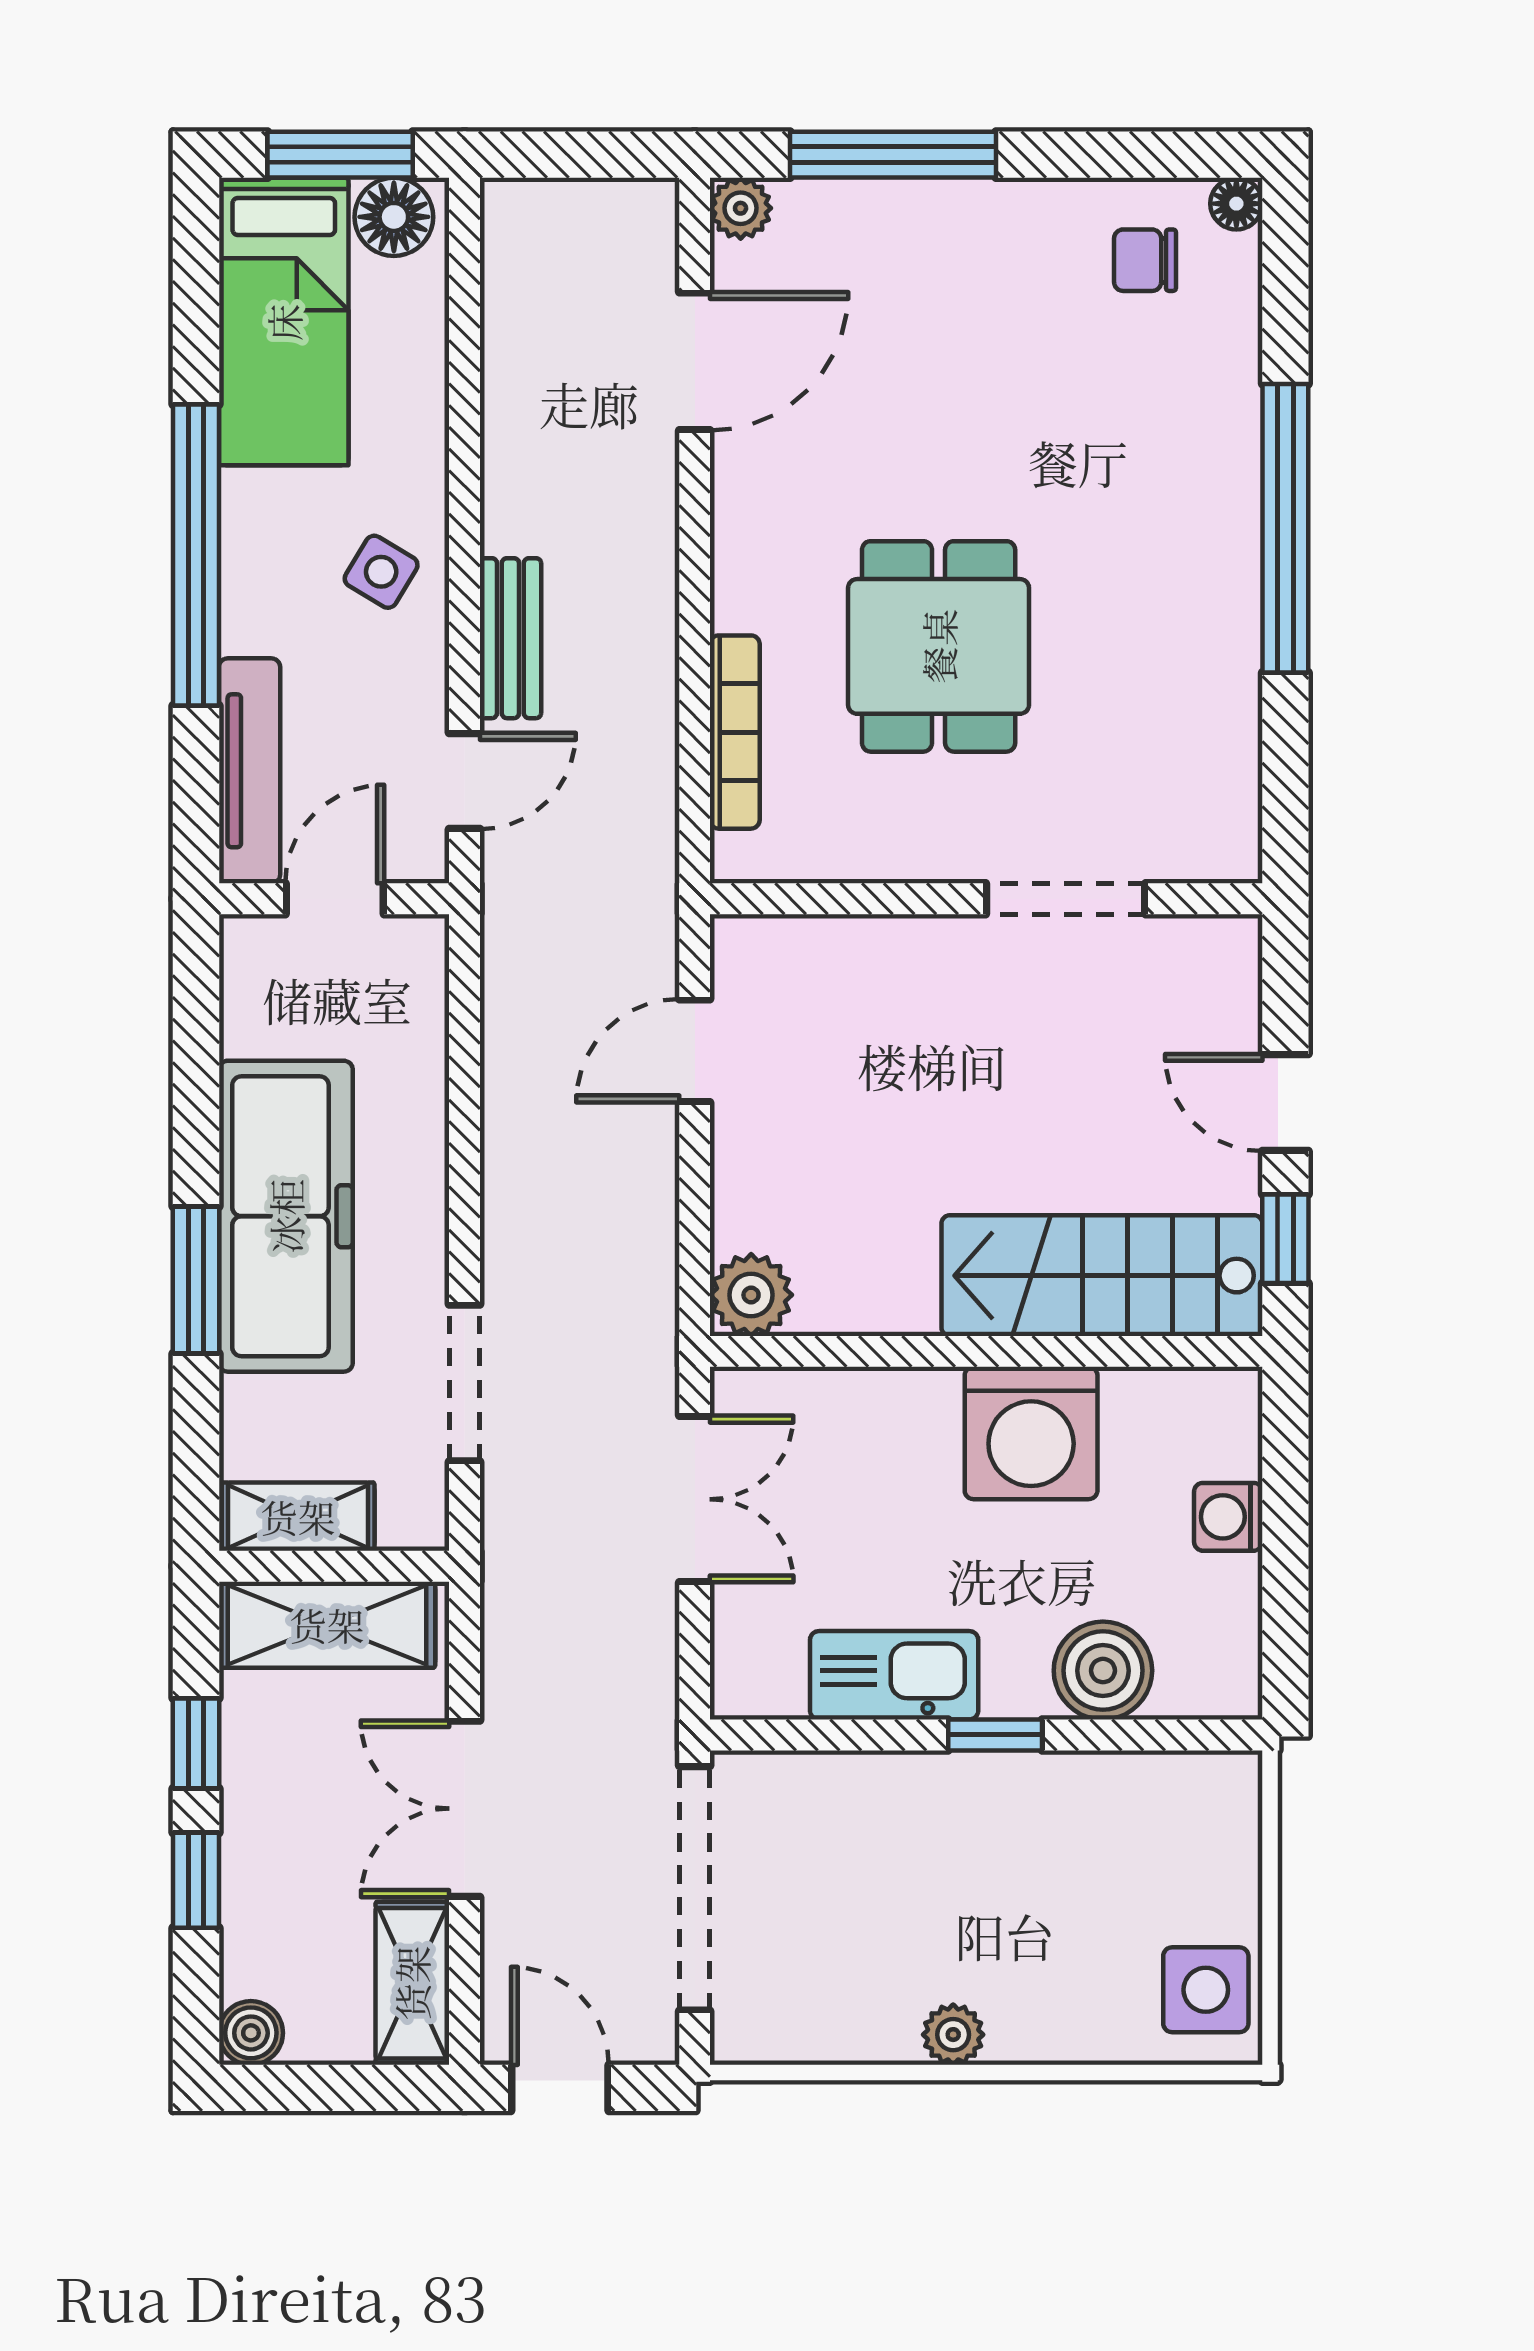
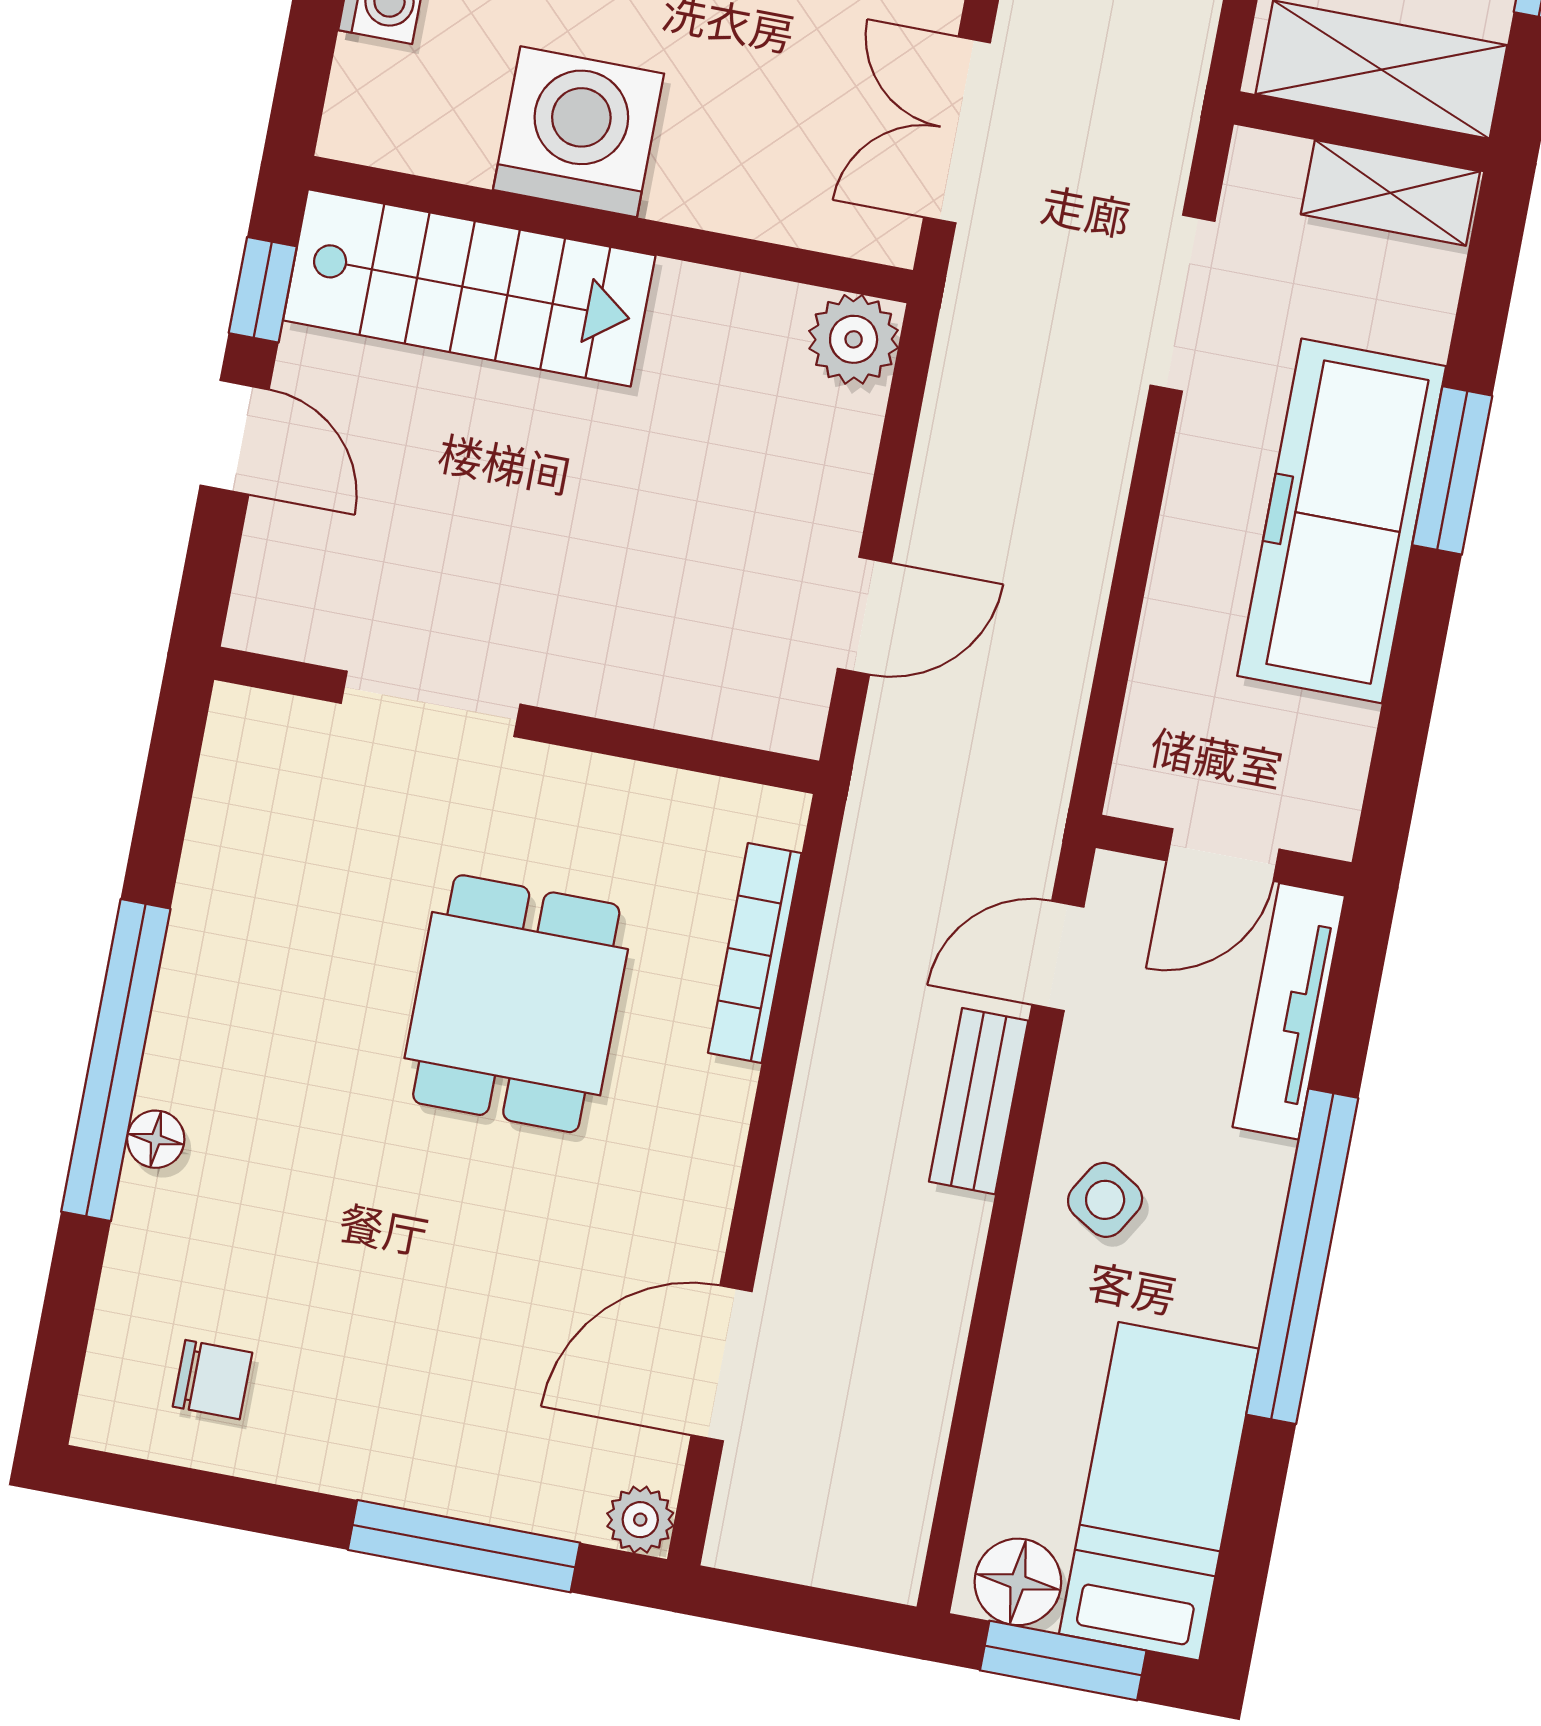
floor lamp: (1236, 204) -> (156, 1139), moved

